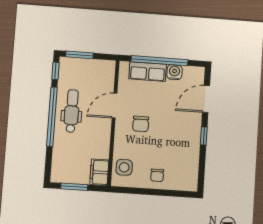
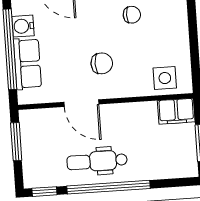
window: (80, 55) -> (16, 142), moved
chair: (157, 175) -> (132, 15), moved

